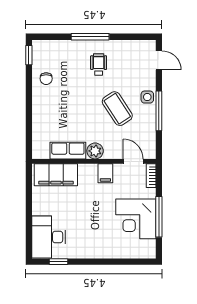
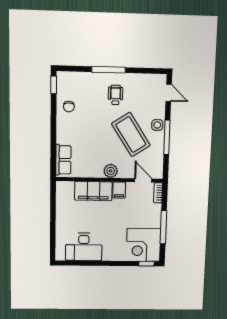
coffee table: (117, 109) -> (131, 135), width x1.36, depth x1.32
row of seats: (68, 151) -> (63, 160), moved, turned 90
filing cabinet: (56, 175) -> (93, 191), moved
corner desk: (136, 219) -> (143, 245), moved
desk: (49, 237) -> (84, 247), moved, turned -90
window: (58, 262) -> (147, 264), moved

